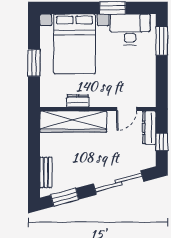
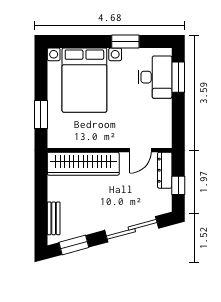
desk: (130, 29) -> (155, 77), moved, turned 90
window: (34, 63) -> (41, 114), moved
dresser: (78, 101) -> (88, 141), removed

